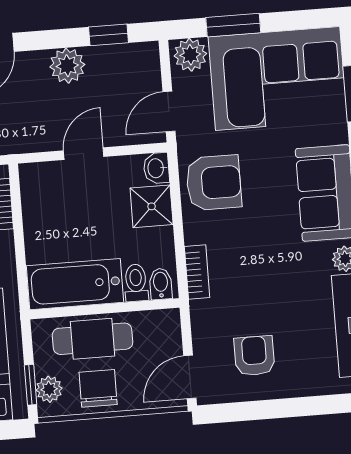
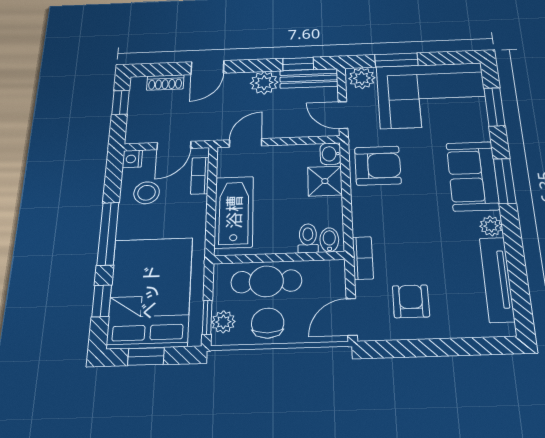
bench: (123, 57) -> (309, 78), added
door: (169, 111) -> (343, 115), hinge flipped
door: (84, 154) -> (246, 143), moved
bookcase: (197, 272) -> (363, 258), moved
bathtub: (75, 284) -> (234, 212), moved, turned 90

